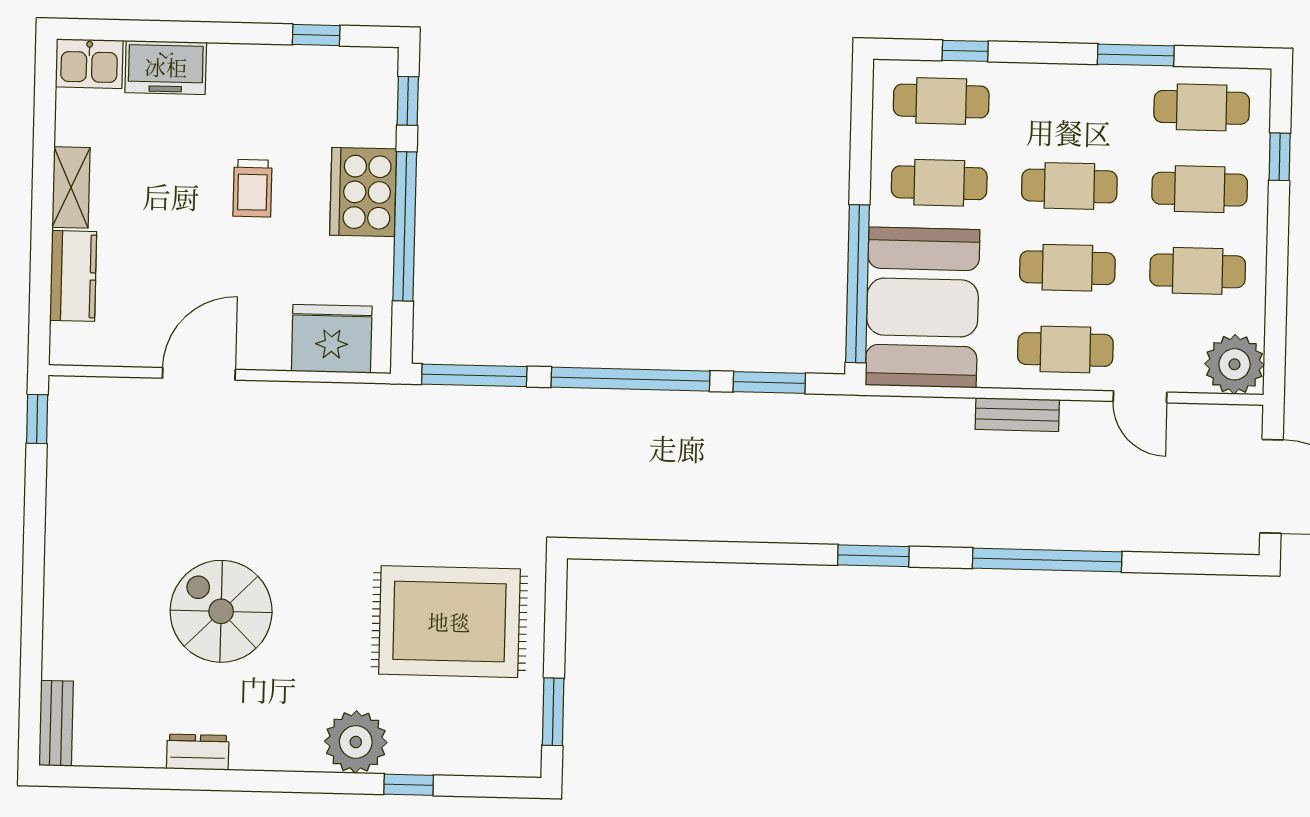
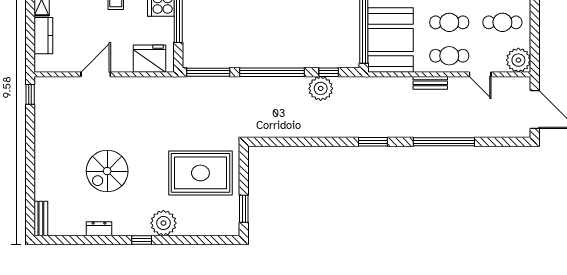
window: (769, 383) -> (329, 72), width x0.67
plant: (749, 422) -> (321, 88), added
spiral stairs: (221, 611) -> (107, 171), turned -90
window: (409, 785) -> (142, 240), moved

